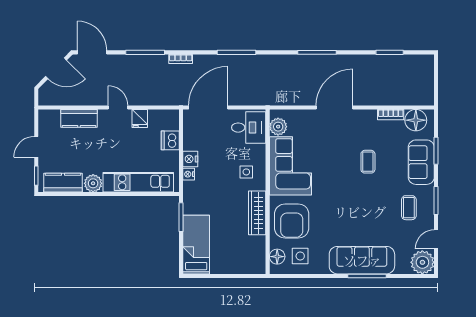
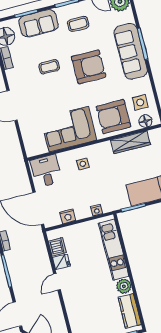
kitchen counter: (79, 118) -> (74, 311), removed
plant: (278, 127) -> (39, 147), removed
dishwasher: (170, 140) -> (57, 247), moved, turned -90
nightstand: (190, 159) -> (68, 216), moved
armchair: (356, 207) -> (89, 67), added
wardrobe: (257, 213) -> (130, 142), moved
armchair: (292, 221) -> (113, 117), turned 180

